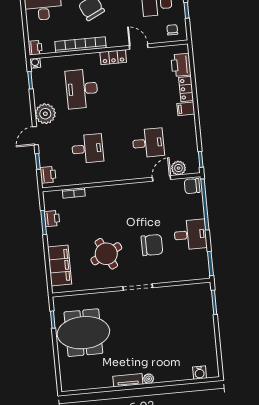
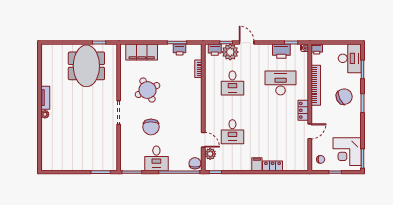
printer: (181, 65) -> (281, 51), moved, turned 180
plant: (45, 114) -> (230, 52), moved
water cooler: (200, 373) -> (46, 155), removed

